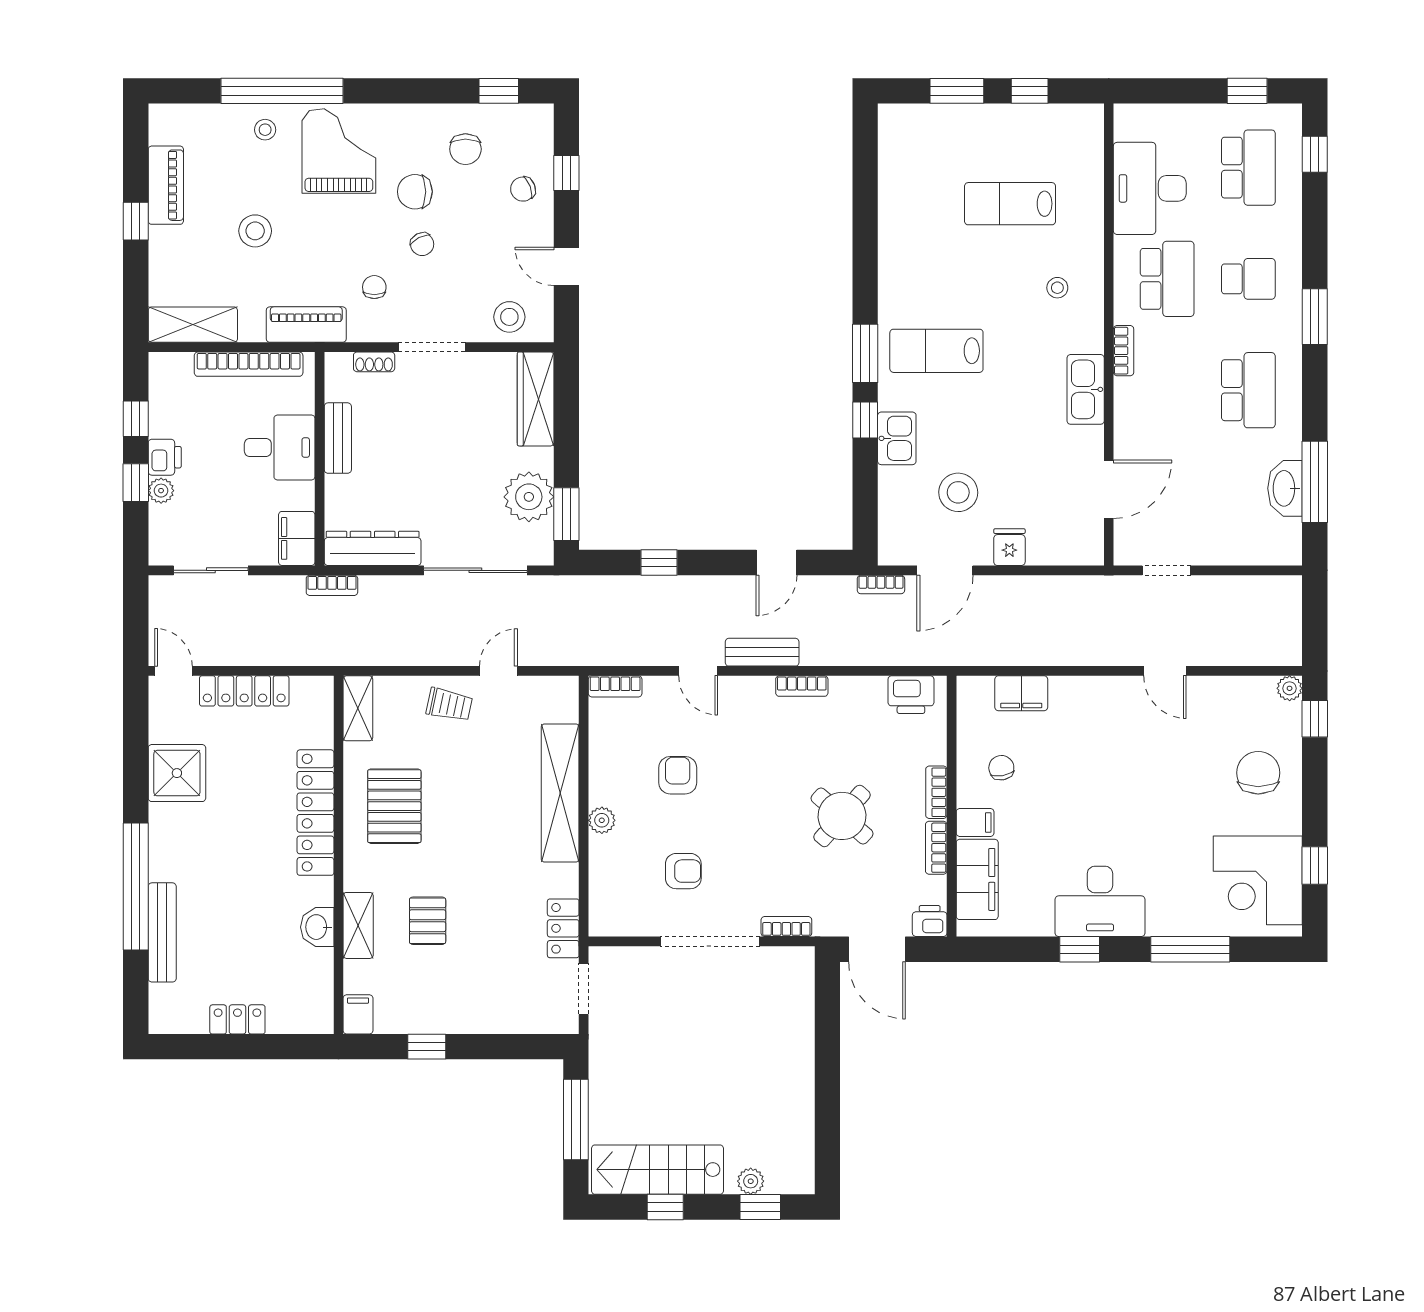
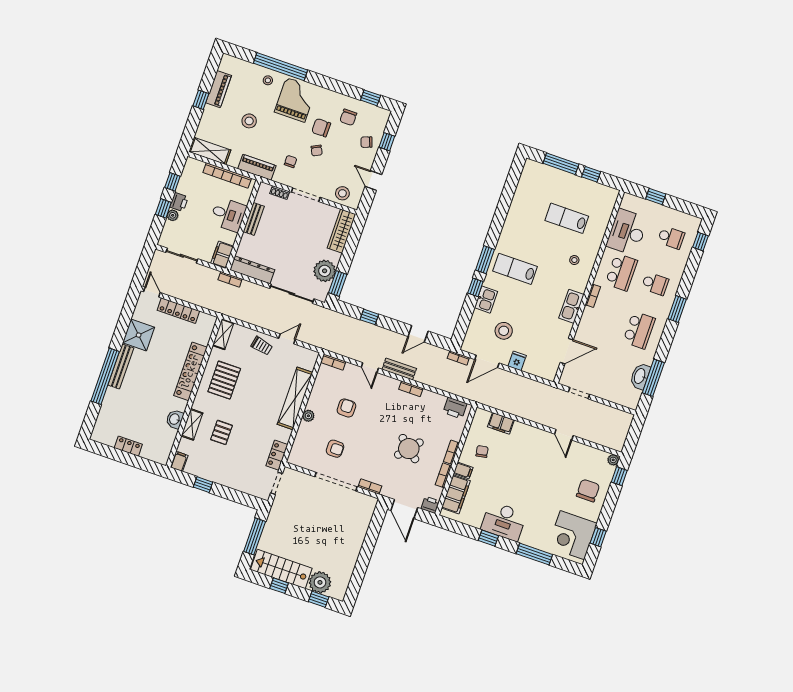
window: (957, 91) -> (561, 164), width x1.44
window: (1247, 91) -> (656, 197), moved
school desk: (1248, 168) -> (671, 238), width x0.54
bench: (162, 932) -> (121, 367), moved
plant: (751, 1181) -> (320, 582), width x1.87, depth x1.87

